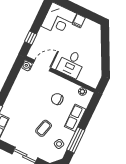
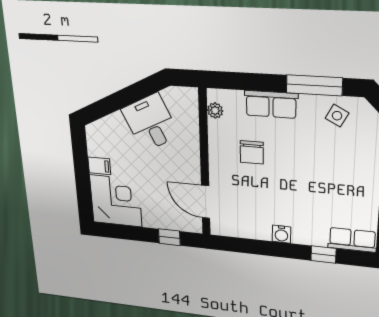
desk: (71, 64) -> (150, 123), moved, turned -117
water cooler: (27, 66) -> (281, 234), moved
coffee table: (44, 128) -> (319, 157), removed

